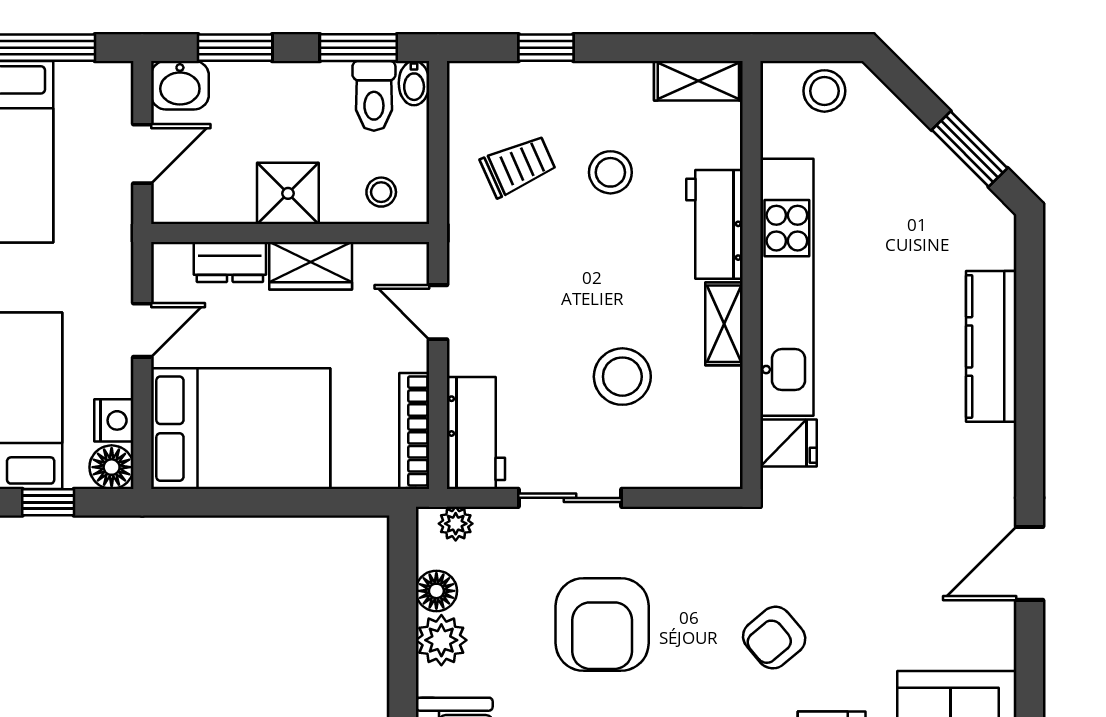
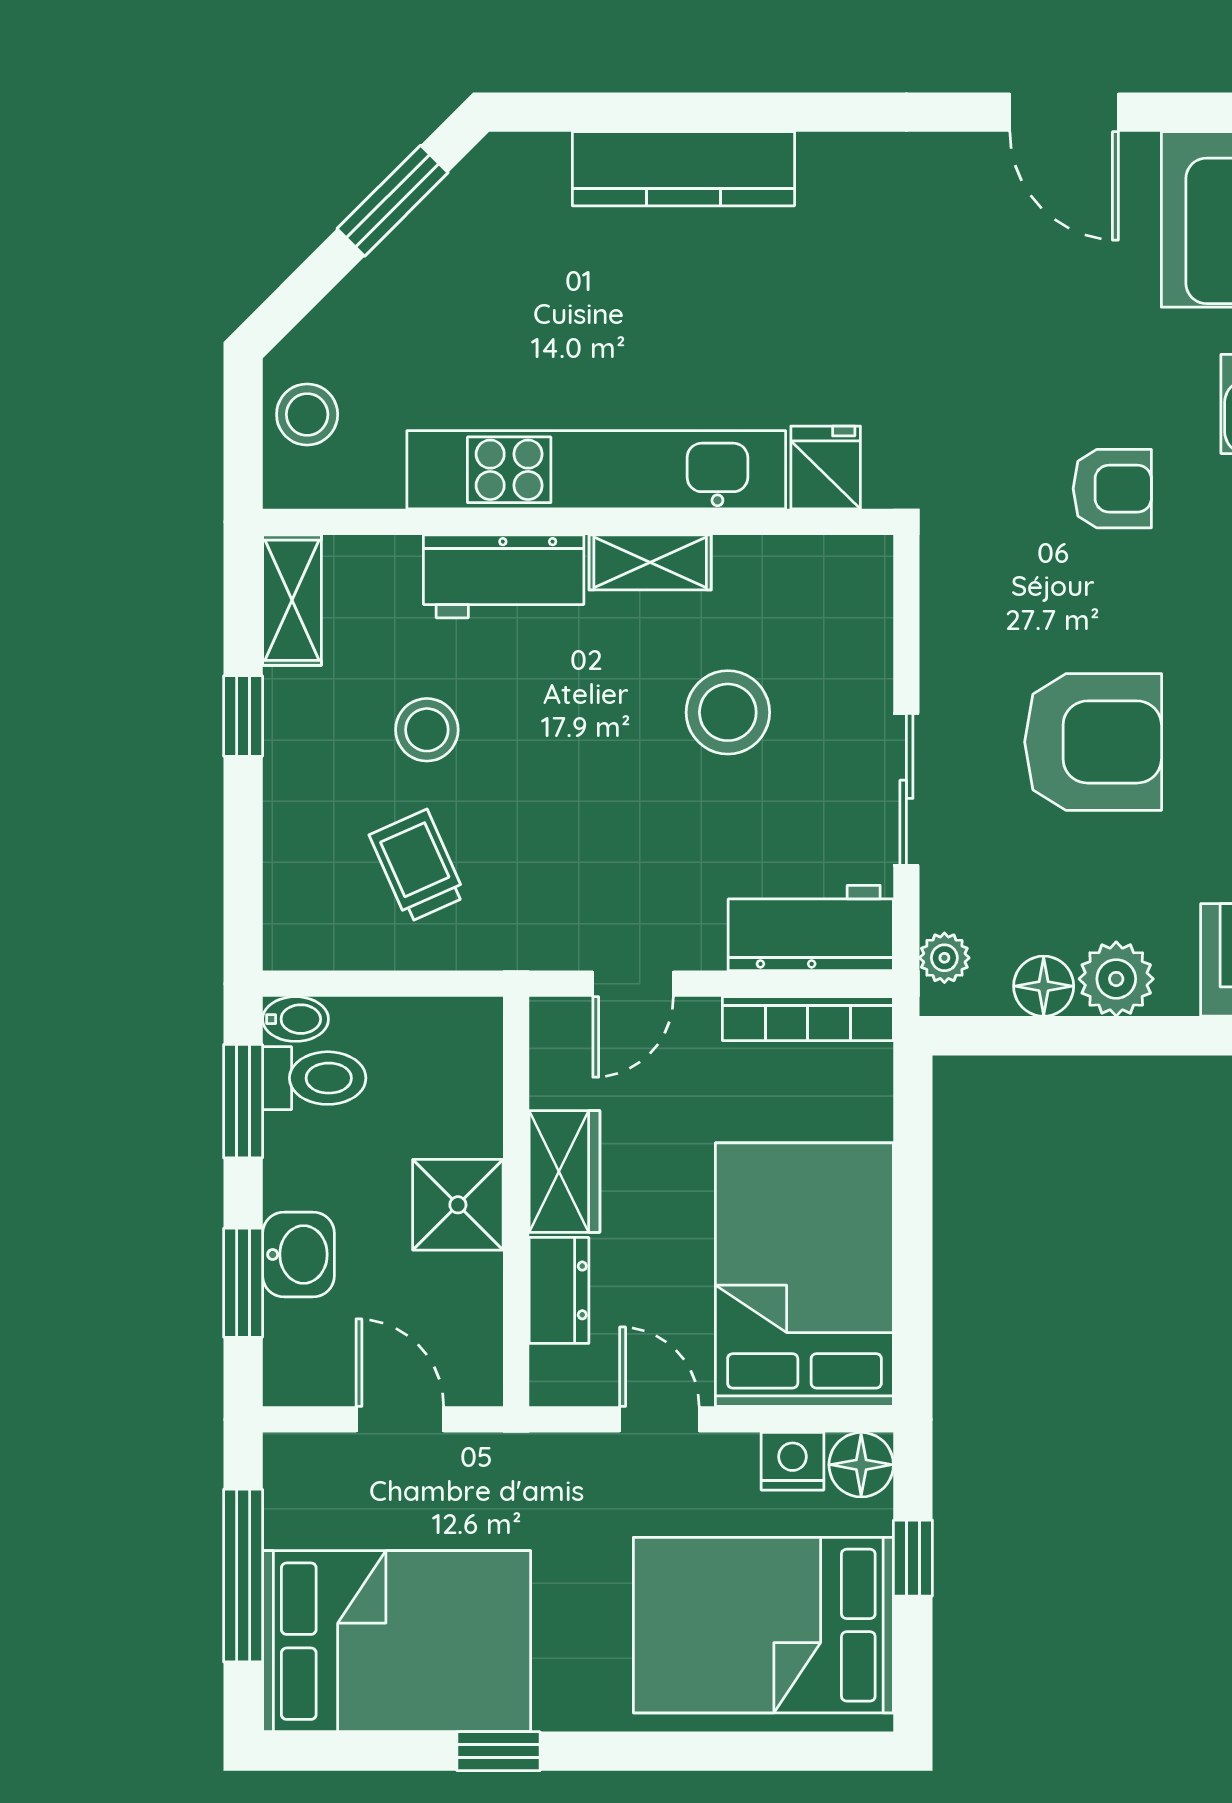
window: (546, 48) -> (243, 716), moved
washbasin: (180, 85) -> (298, 1254), moved
stool: (381, 192) -> (456, 1068), removed
door: (1030, 563) -> (1064, 112), moved
armchair: (774, 638) -> (1112, 489), turned -50

